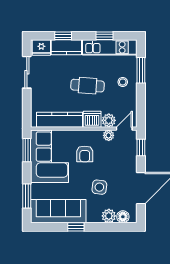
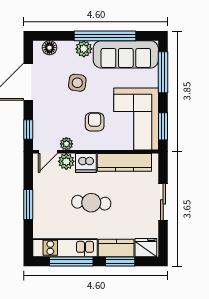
window: (63, 36) -> (120, 261), width x1.50
window: (104, 36) -> (71, 261), width x2.17
window: (141, 70) -> (28, 204), moved
sliding door: (27, 72) -> (163, 202), moved
stool: (123, 82) -> (50, 207), removed
window: (27, 196) -> (163, 72), width x1.44
plant: (109, 216) -> (84, 49), moved
window: (76, 227) -> (105, 36), width x3.17

